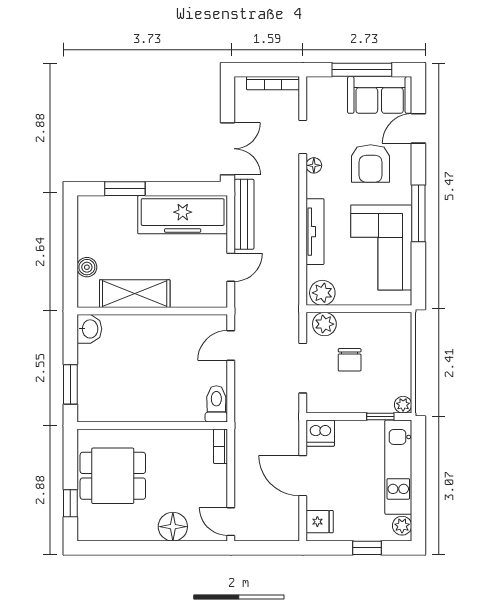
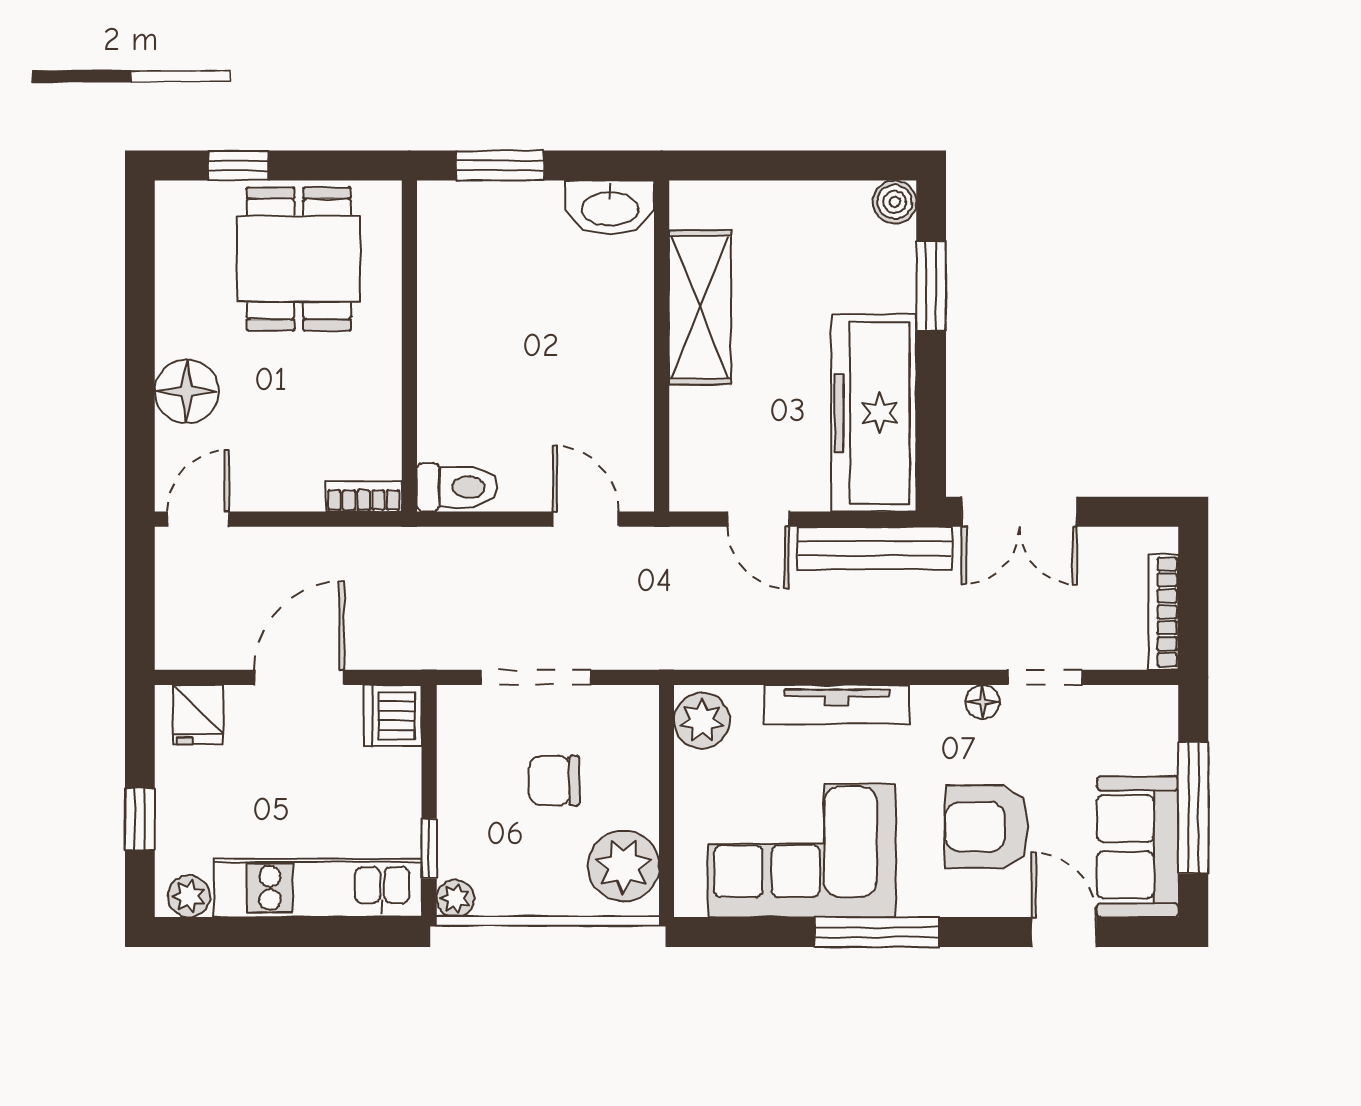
boiler: (87, 267) -> (895, 202), moved
plant: (324, 324) -> (624, 866), moved, width x1.36, depth x1.36
washbasin: (89, 329) -> (610, 207), width x1.38

